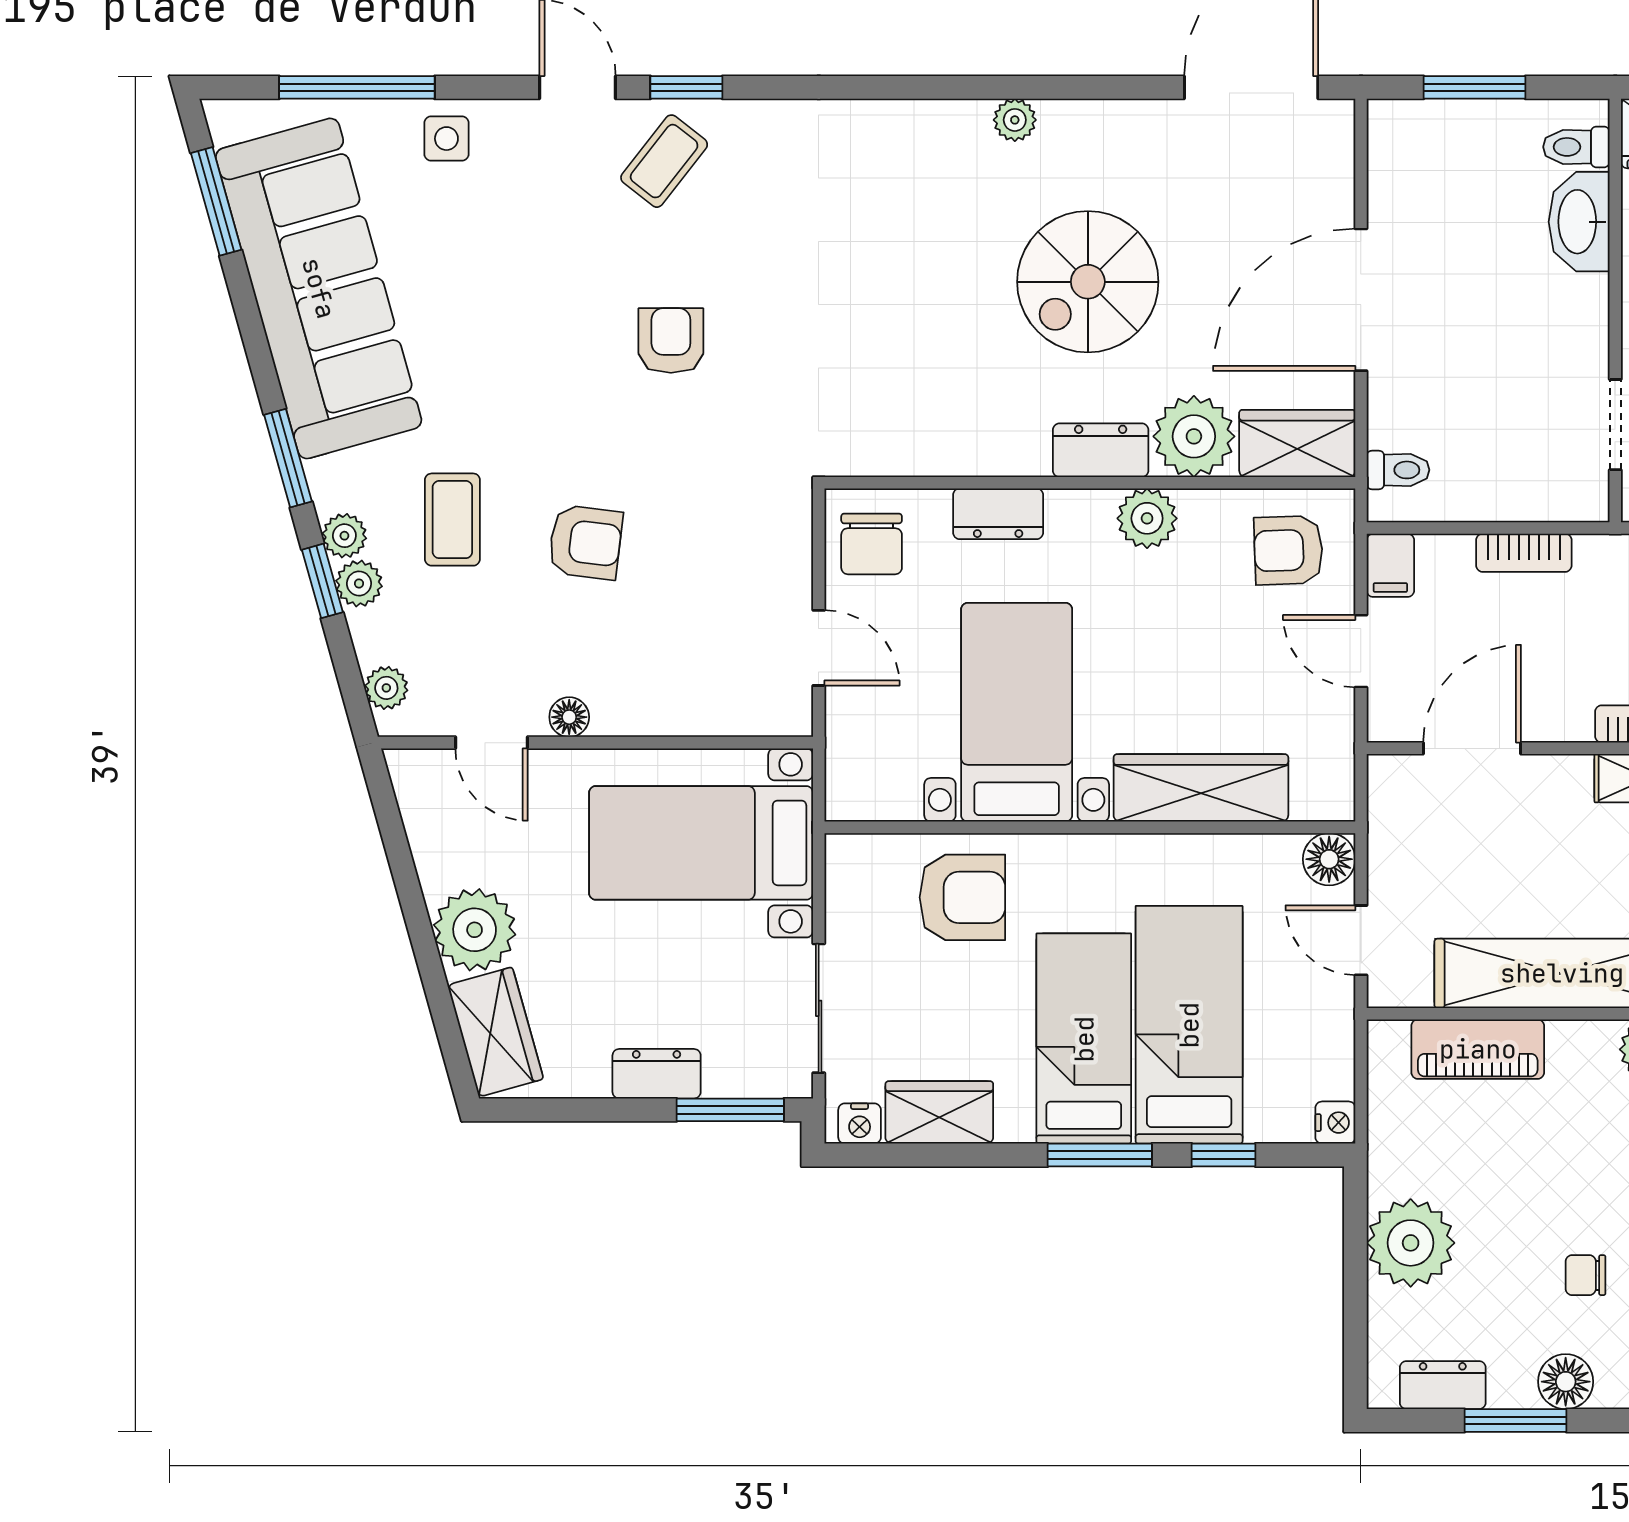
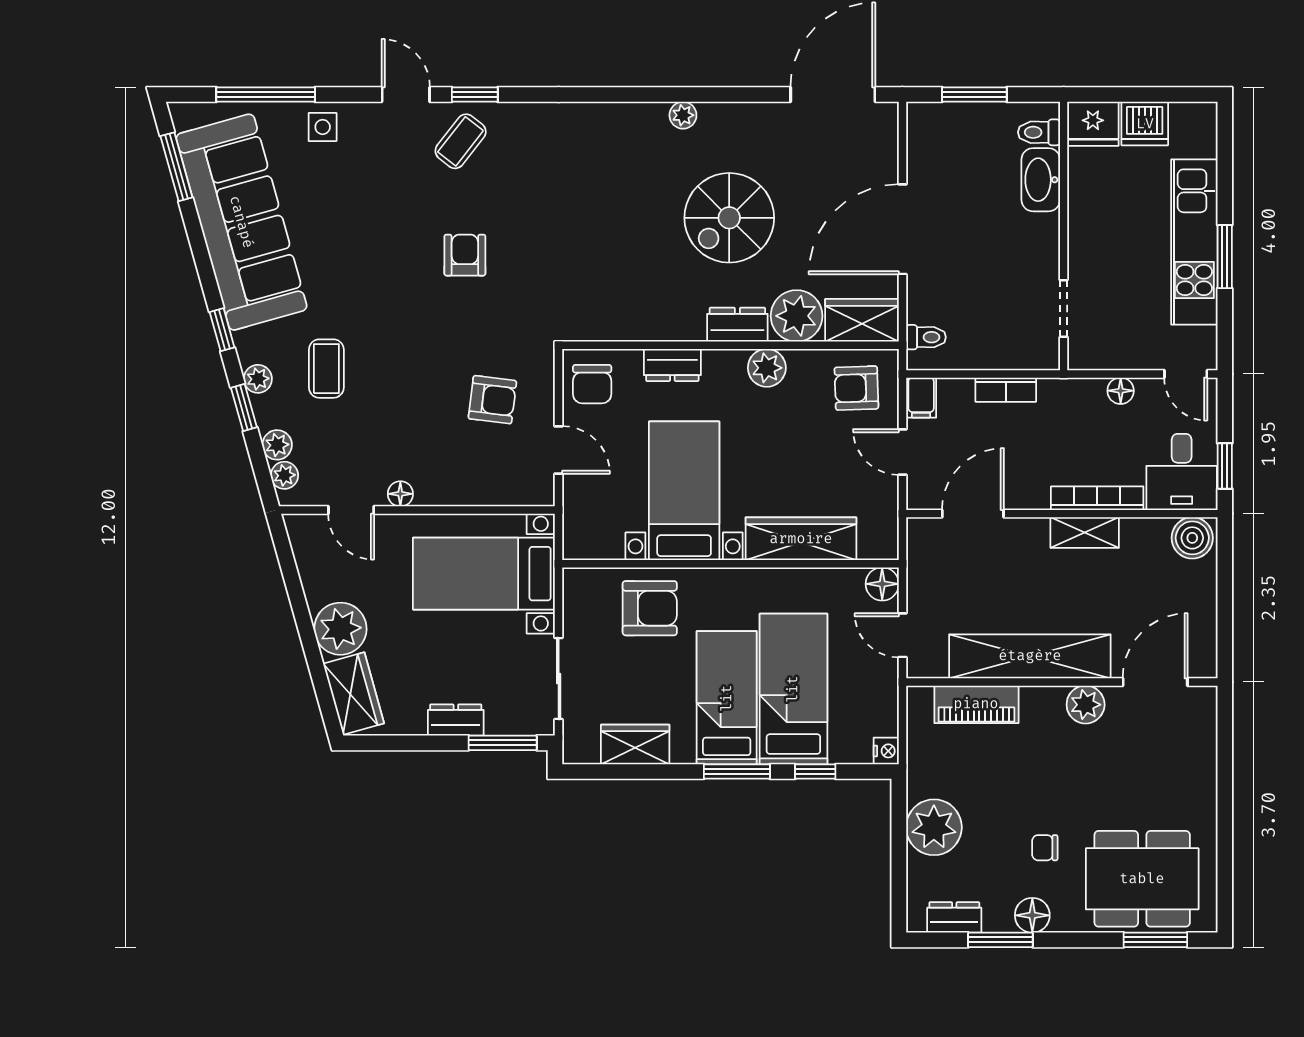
window: (288, 458) -> (222, 330), width x0.67
armchair: (585, 542) -> (492, 400), moved
plant: (359, 583) -> (277, 445), moved
nightstand: (860, 1124) -> (584, 752), removed

